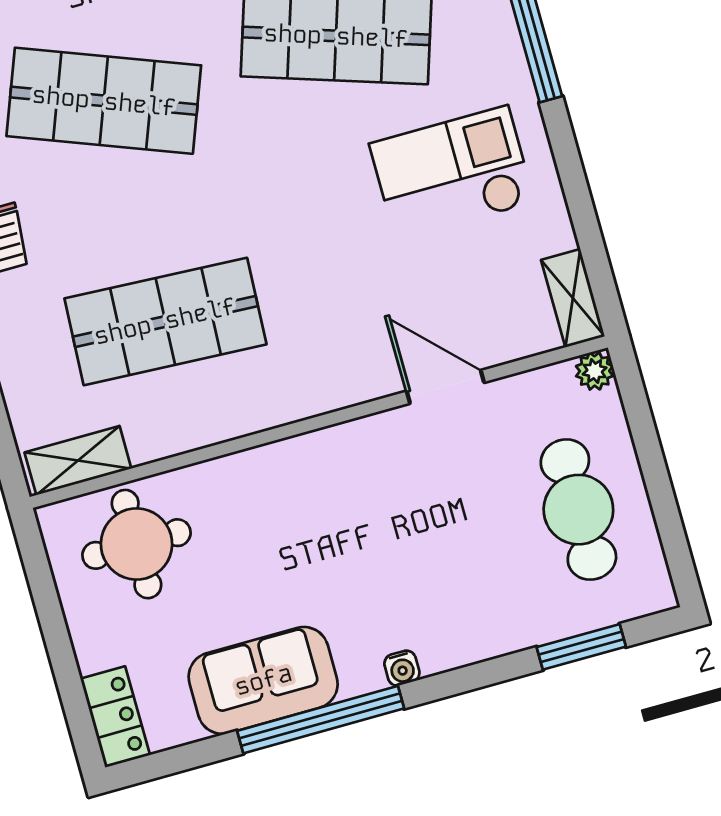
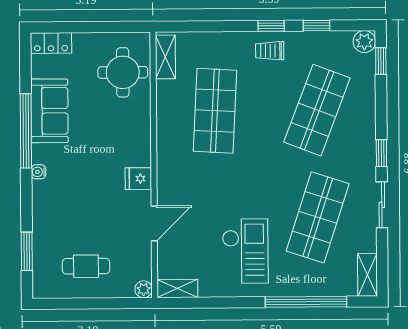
fridge: (358, 448) -> (138, 179), added
cafe table: (578, 510) -> (86, 266), width x0.73, depth x0.74

